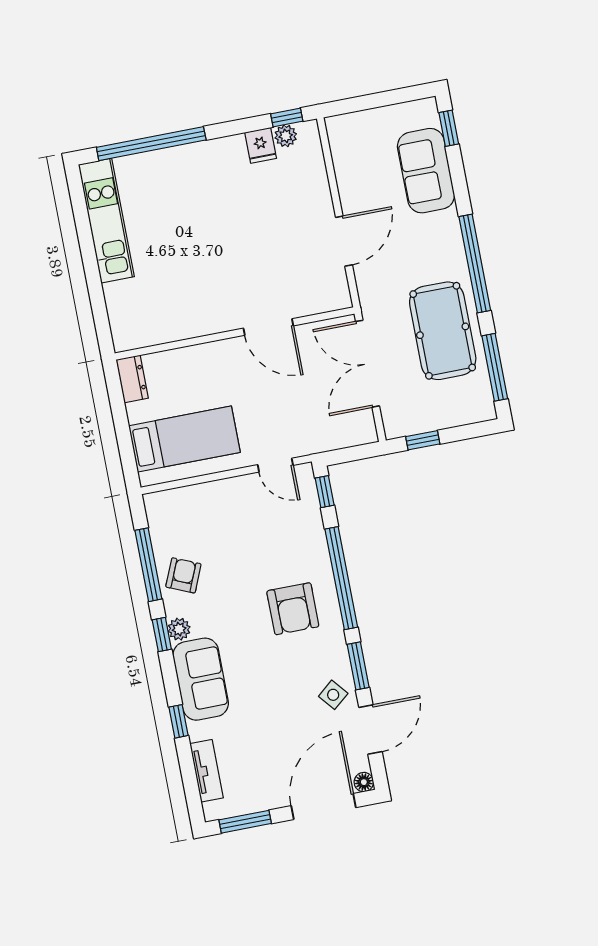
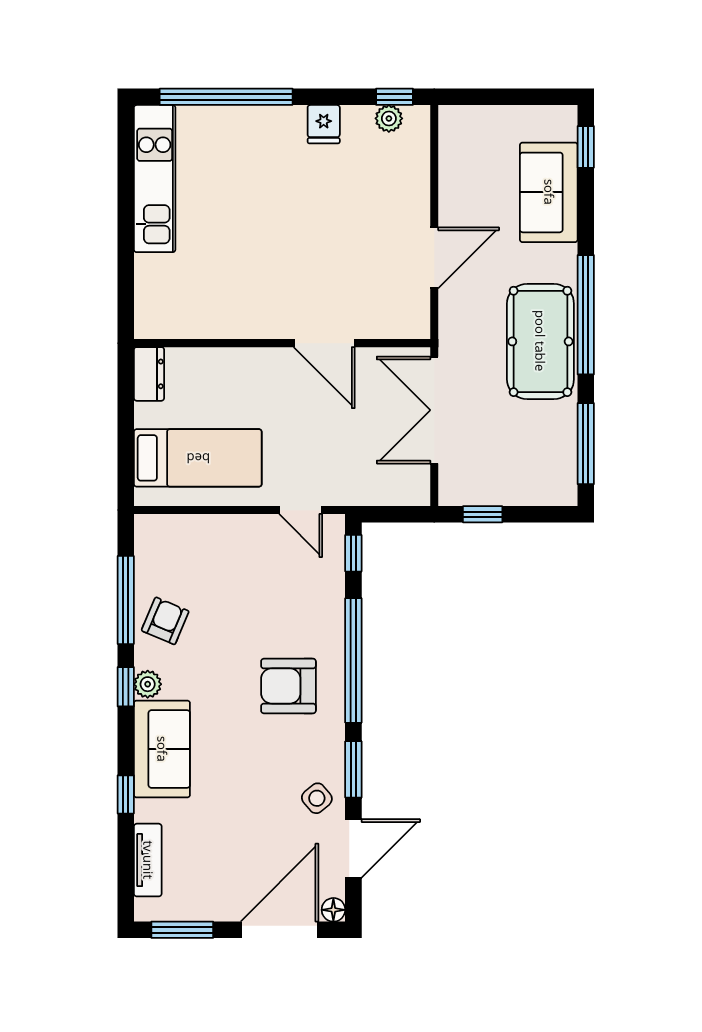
fridge: (261, 145) -> (324, 124), moved
pool table: (443, 331) -> (540, 341), moved
armchair: (293, 609) -> (288, 686), turned 90

